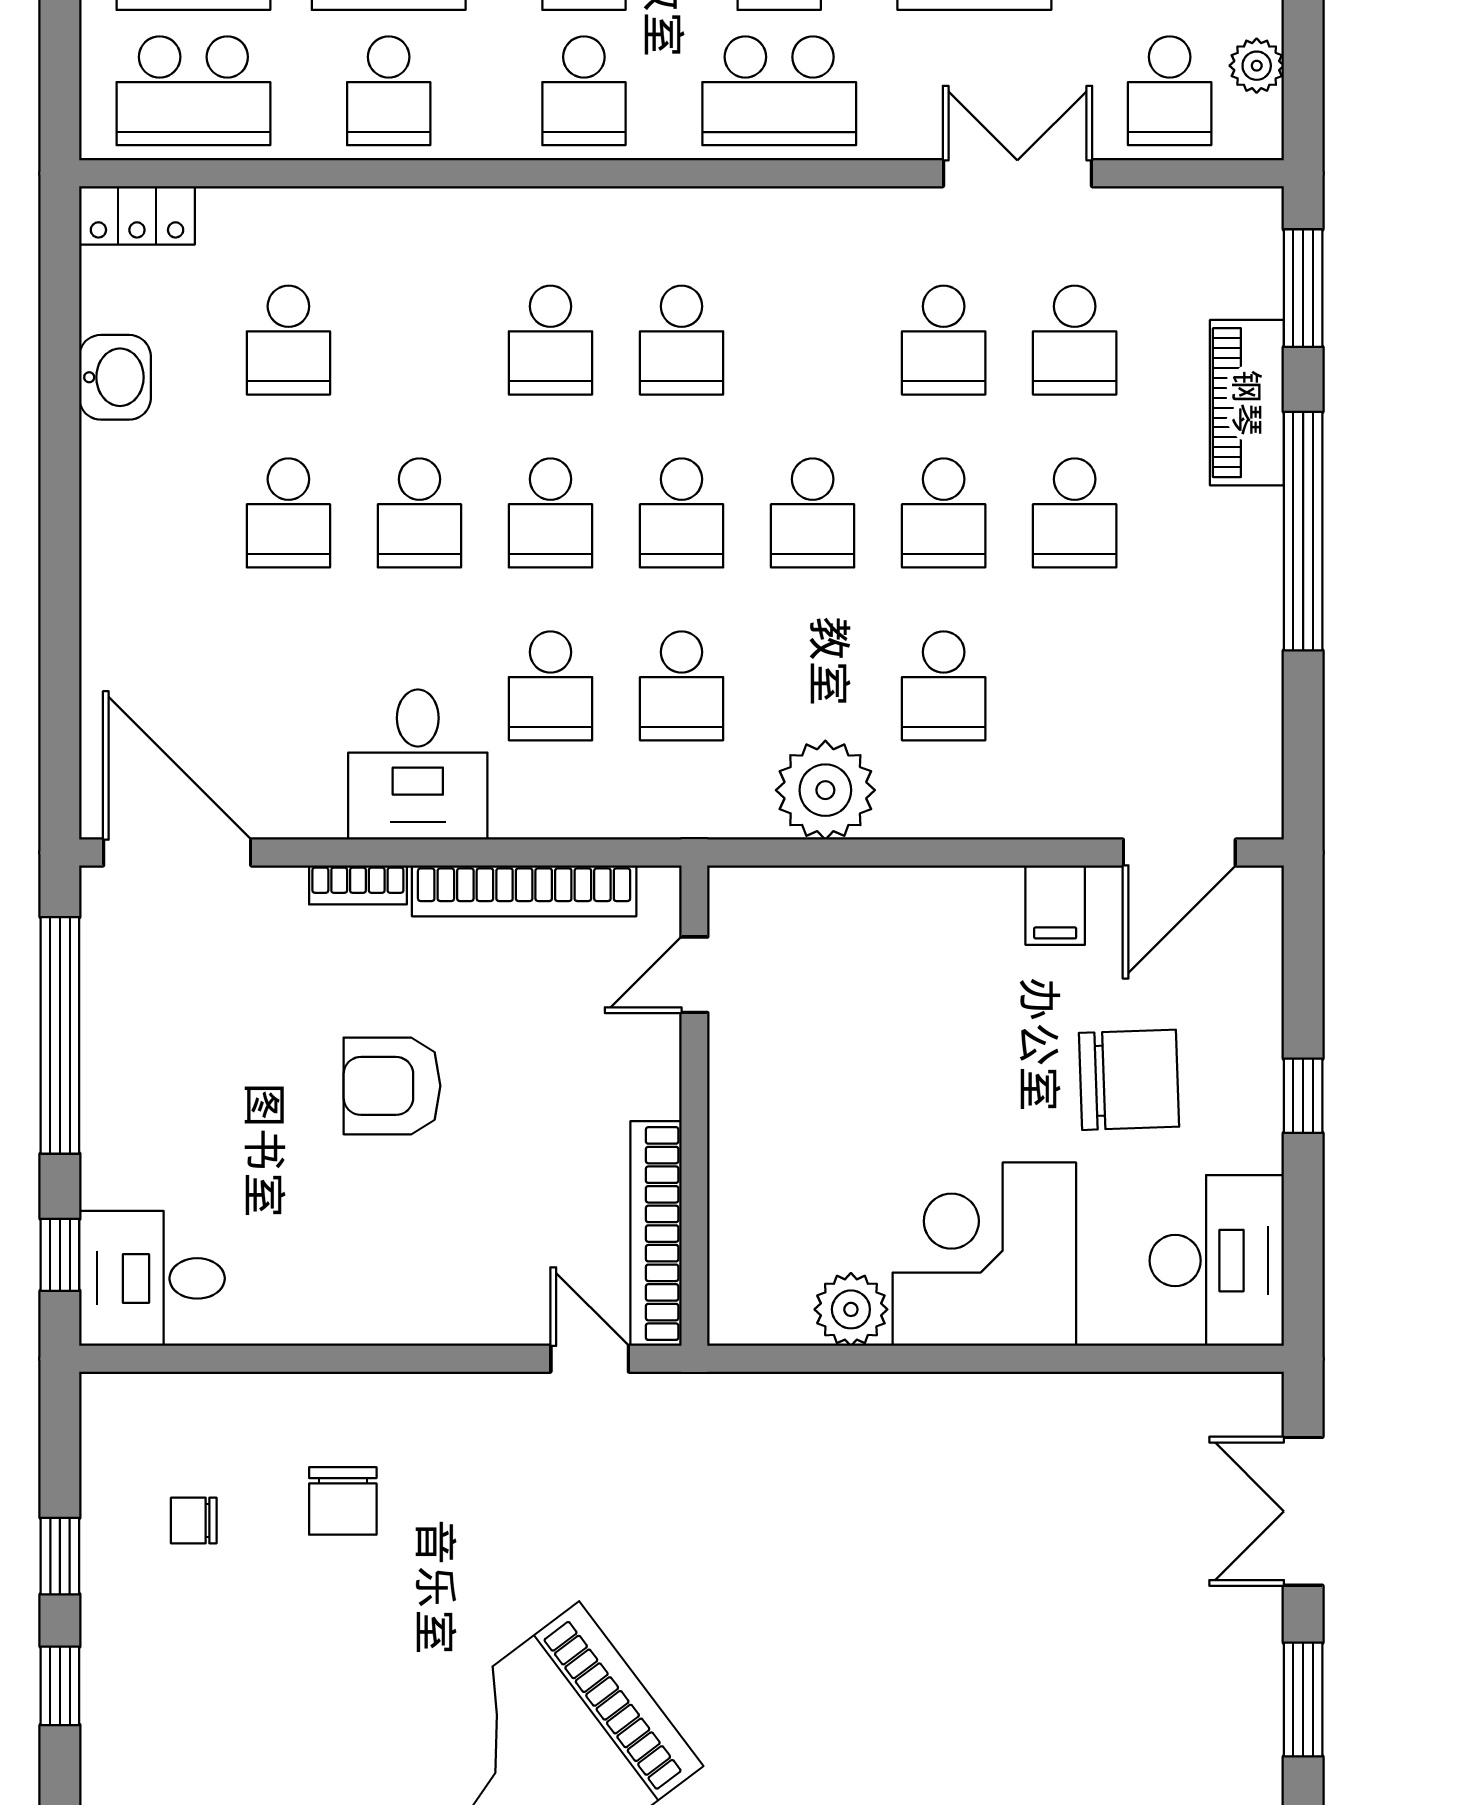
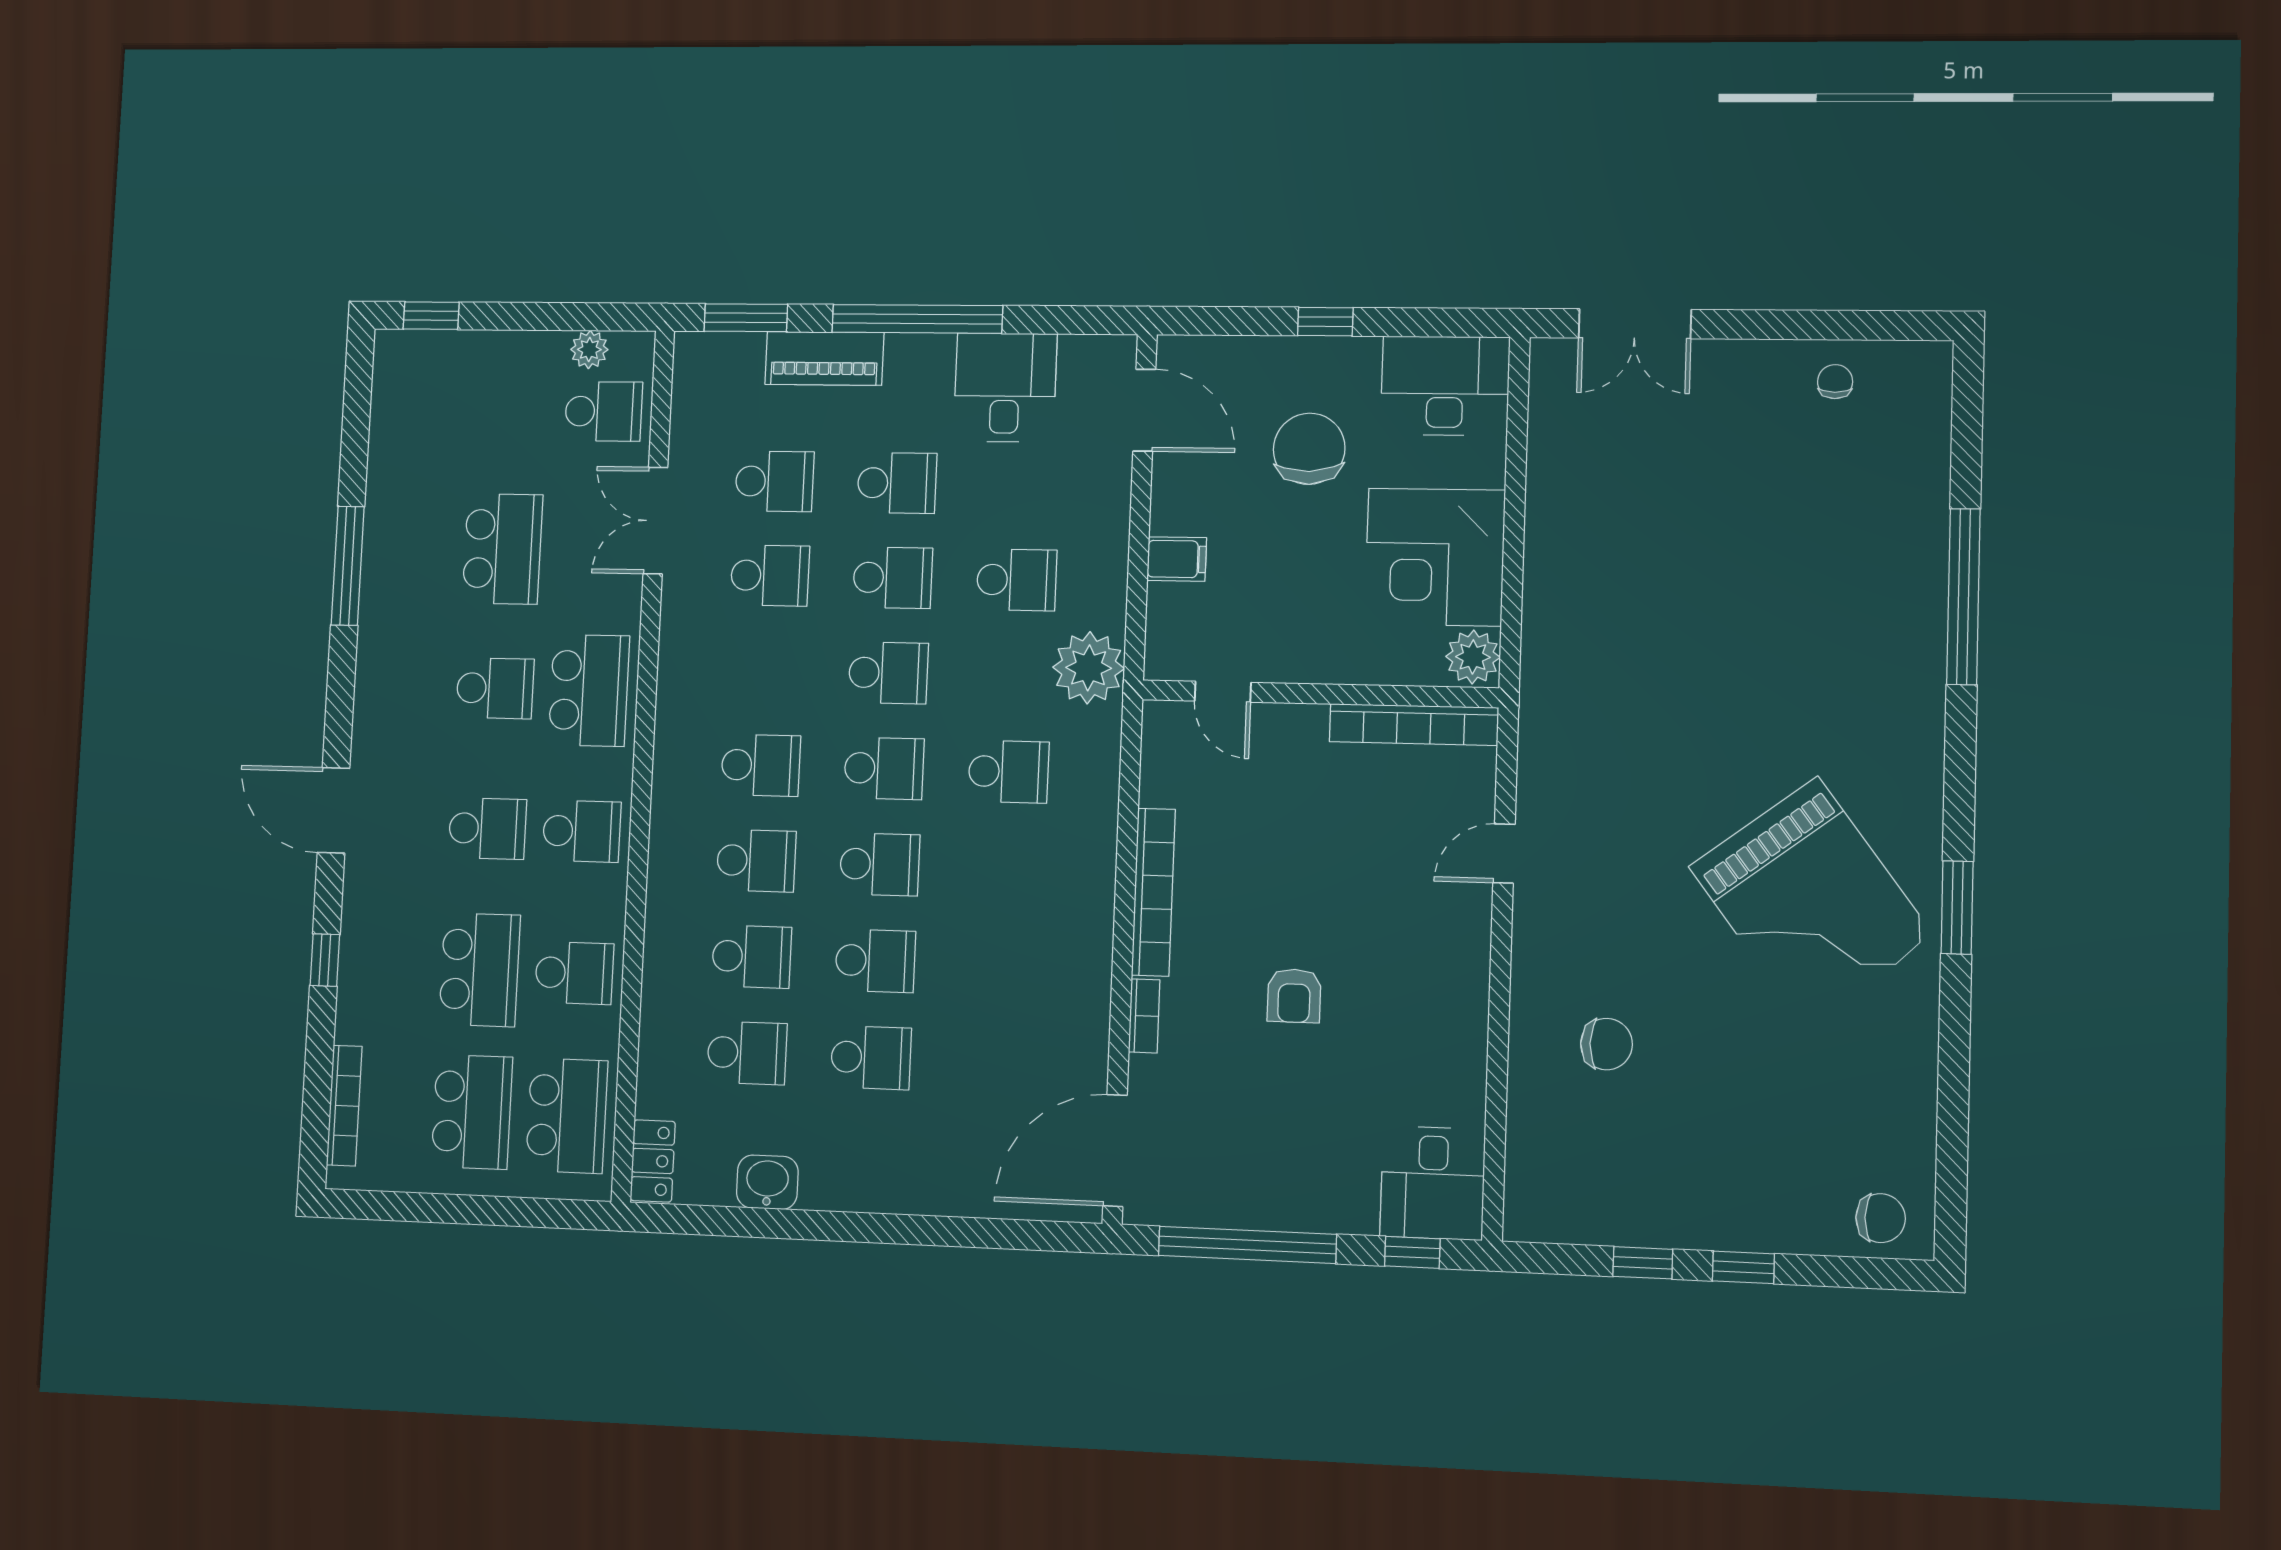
school desk: (551, 686) -> (752, 957), moved
desk: (418, 765) -> (1005, 387), moved, turned -90
filing cabinet: (1055, 905) -> (1177, 559), moved
door: (694, 975) -> (1223, 692), moved
armchair: (392, 1086) -> (1294, 996), width x0.72, depth x0.72
wall: (694, 1106) -> (1320, 694), moved
bookcase: (656, 1234) -> (1414, 725), moved
chair: (194, 1521) -> (1835, 382), moved, turned 180
window: (1303, 1700) -> (1778, 325), removed

